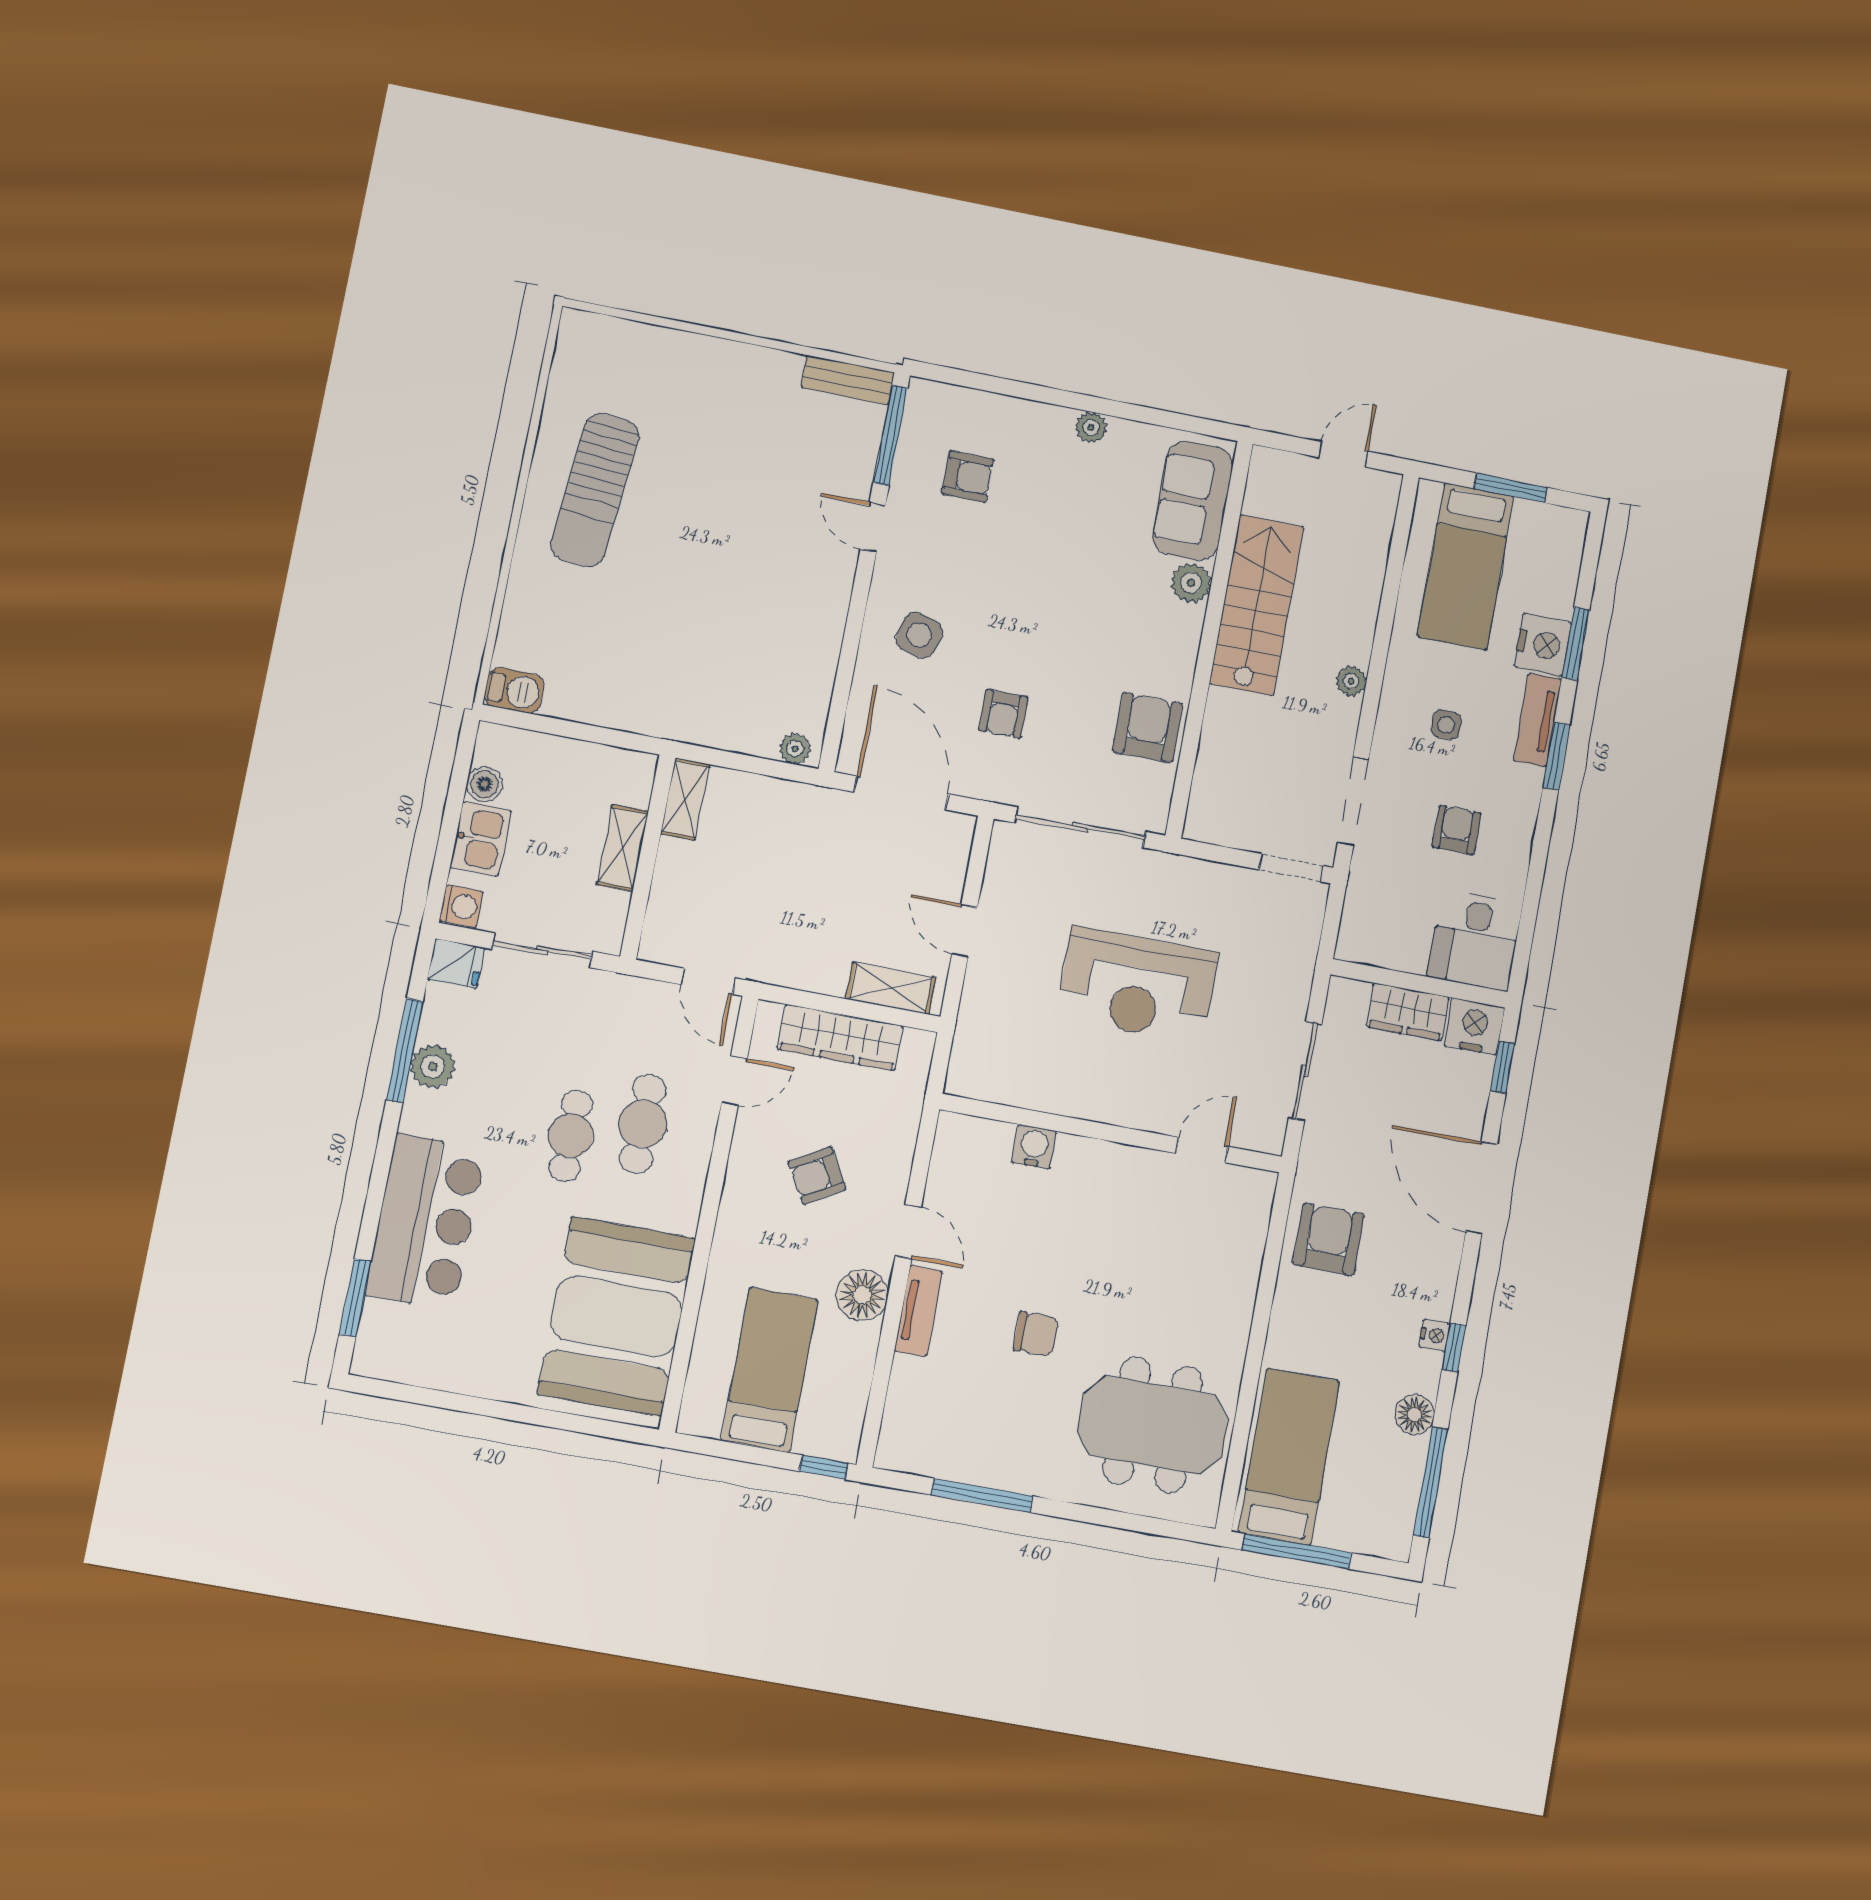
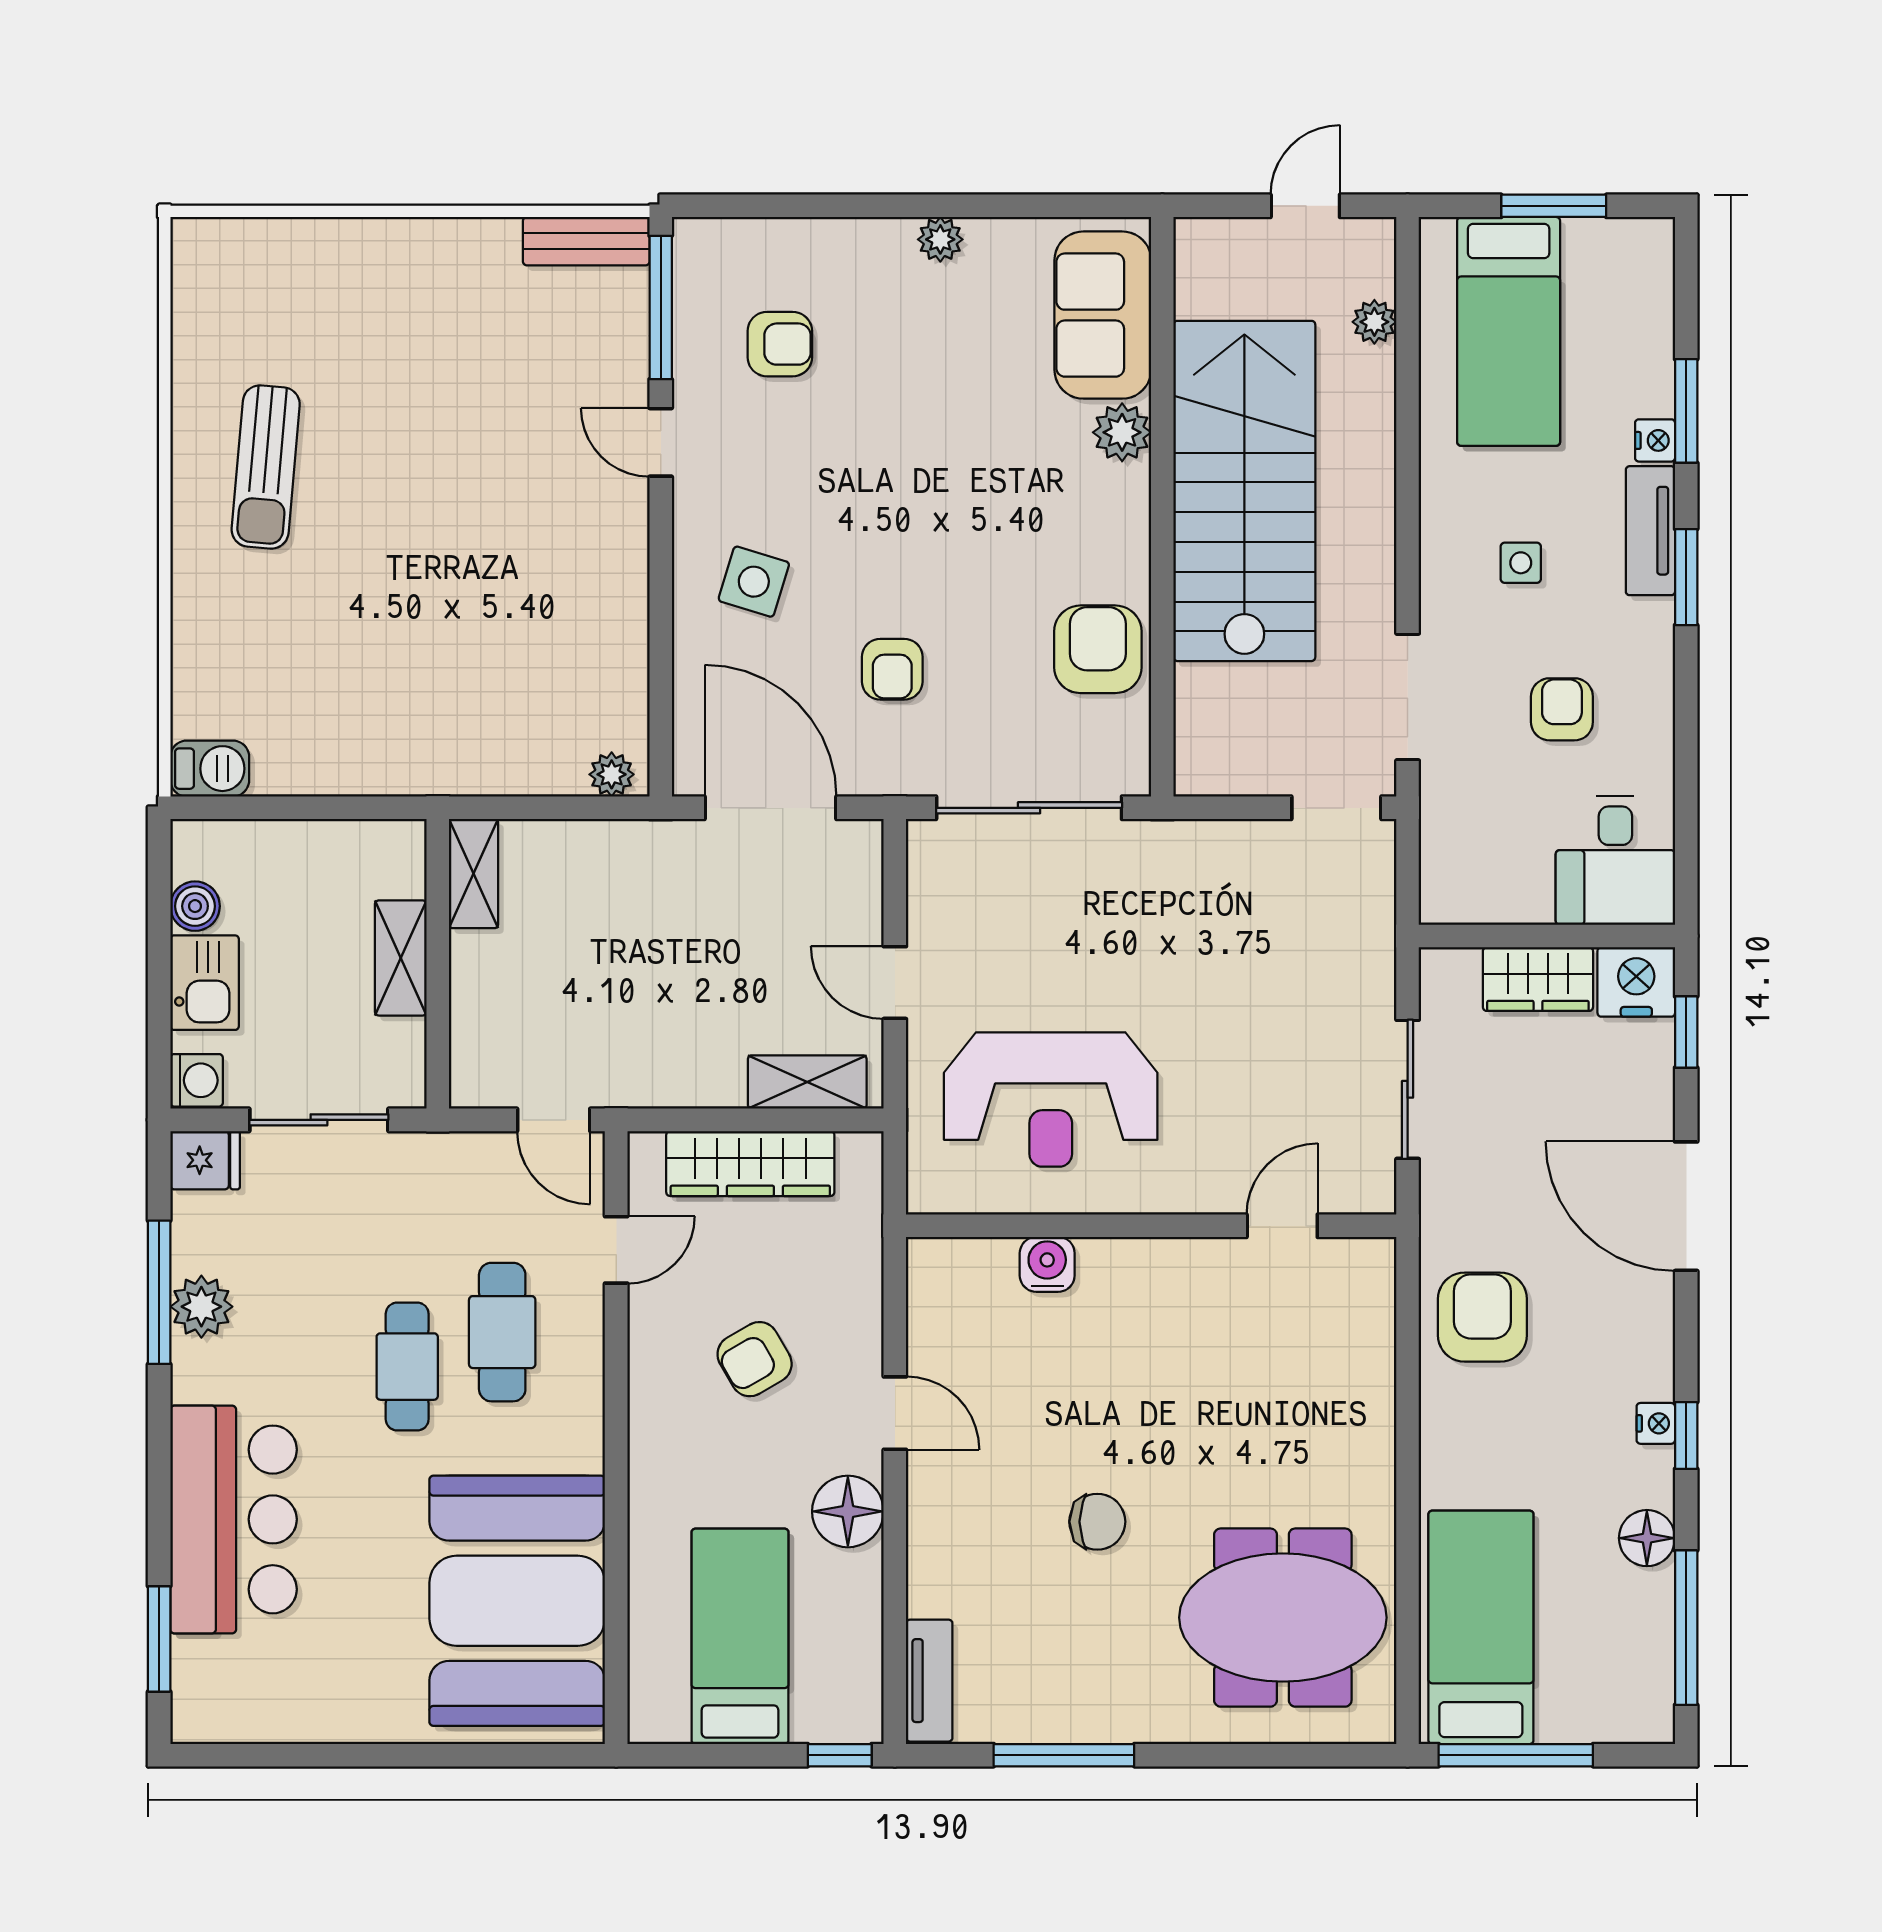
sun lounger: (595, 490) -> (266, 467), width x0.73, depth x0.75
stairs: (1257, 605) -> (1244, 491), width x1.36, depth x1.51
nightstand: (1543, 645) -> (1655, 440), width x0.53, depth x0.56
plant: (1351, 681) -> (1374, 322), moved
reception desk: (1137, 985) -> (1051, 1100), moved
tv unit: (918, 1311) -> (929, 1681), moved

